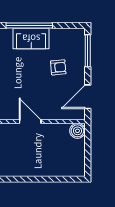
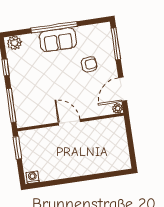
plant: (80, 115) -> (118, 108), added
boiler: (77, 131) -> (117, 124), removed

